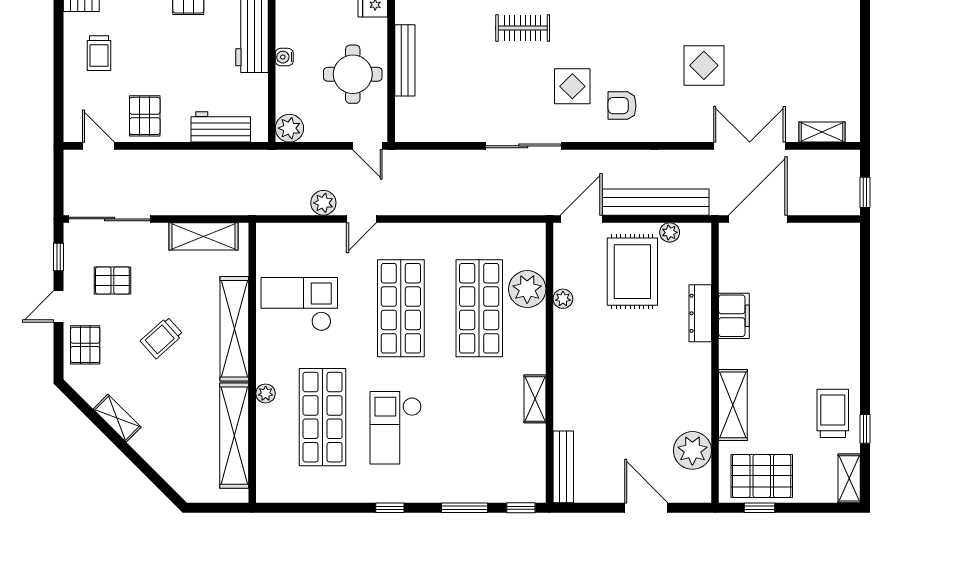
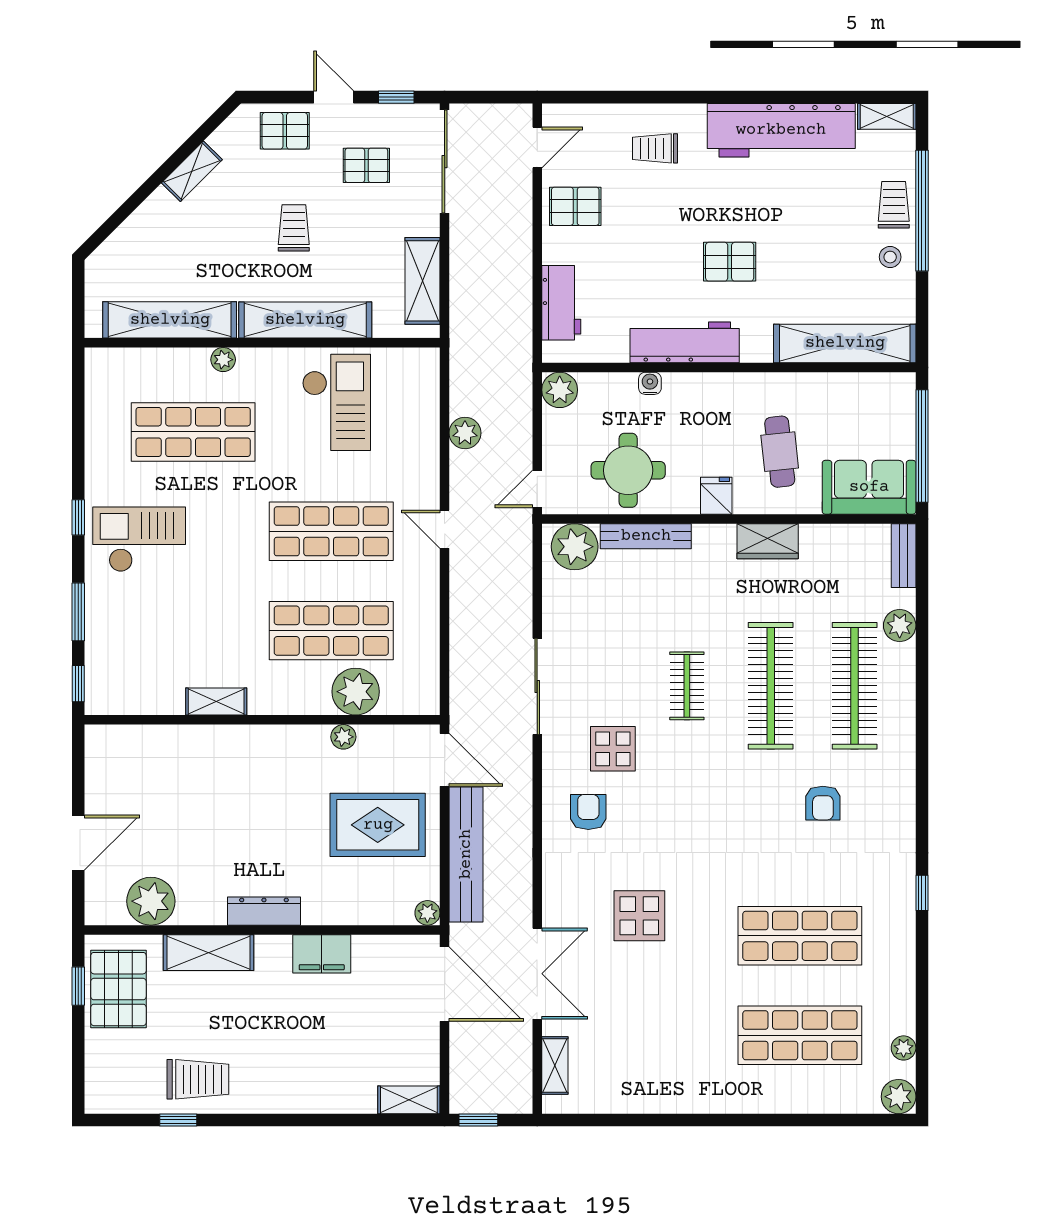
plant: (413, 116) -> (575, 547), added
door: (361, 219) -> (445, 529), moved
plant: (670, 232) -> (427, 913), moved
pallet: (112, 281) -> (366, 165), turned 90
dresser: (700, 313) -> (264, 911), moved
trolley: (162, 338) -> (294, 228), turned 42
checkout: (396, 428) -> (139, 539), moved
bench: (563, 467) -> (130, 737), removed
shelving: (849, 478) -> (409, 1100), moved

